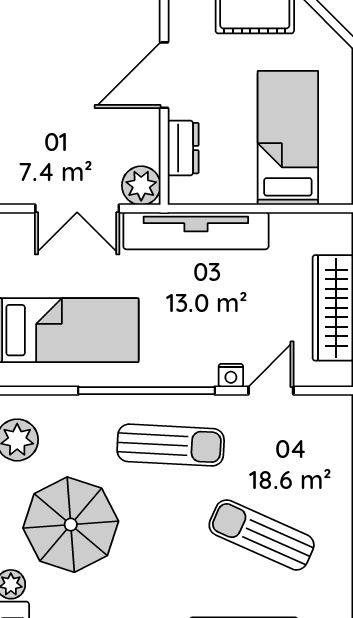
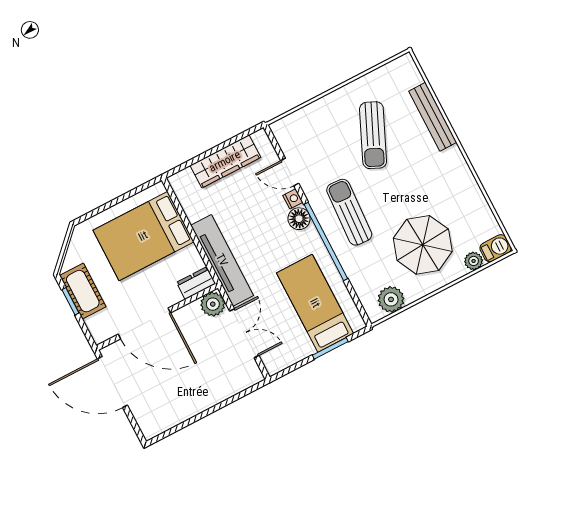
door: (164, 75) -> (144, 323), width x1.36
bed: (288, 138) -> (143, 236), width x1.50
dresser: (183, 148) -> (196, 283), moved
floor lamp: (198, 370) -> (299, 219), added

